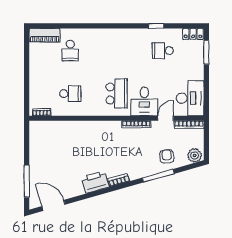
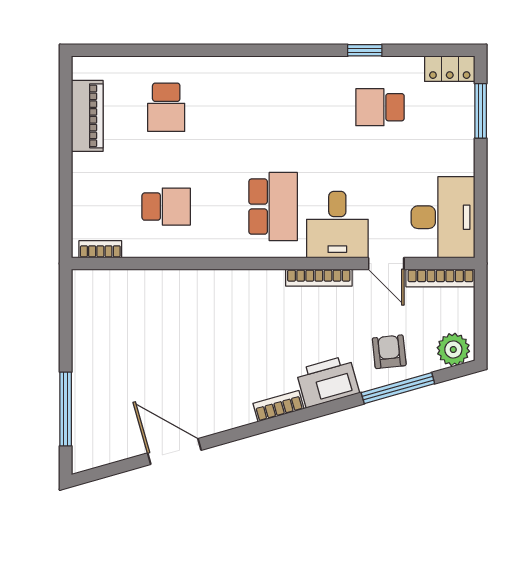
piano: (45, 35) -> (87, 116), moved, turned -90
door: (165, 118) -> (386, 263), swing flipped
window: (158, 176) -> (398, 388), moved
printer: (95, 182) -> (328, 381), moved
door: (53, 205) -> (174, 452), moved

